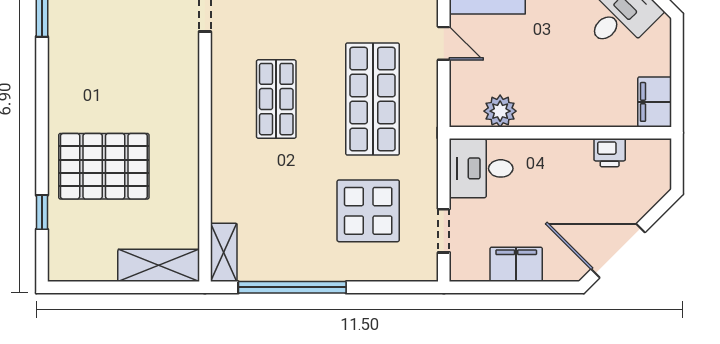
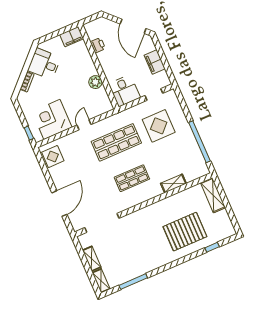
plant: (500, 111) -> (95, 82), moved
pallet: (104, 166) -> (185, 232), turned 90
shelving: (224, 252) -> (173, 183), moved

